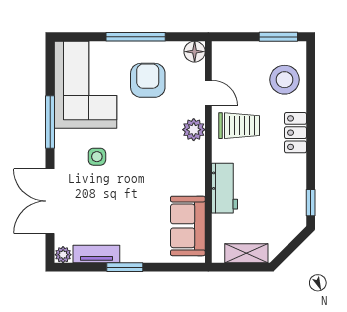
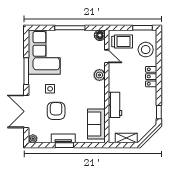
armchair: (148, 80) -> (56, 111), moved
trolley: (239, 126) -> (122, 42), moved
tv unit: (96, 254) -> (63, 138), moved

